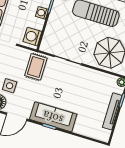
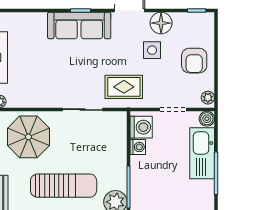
washing machine: (42, 13) -> (138, 147), moved
rug: (36, 67) -> (124, 87), turned 90

